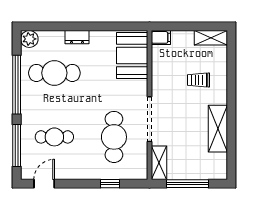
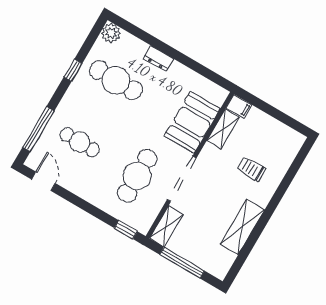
shelving: (211, 38) -> (223, 129), moved, turned 90
booth: (132, 55) -> (192, 122), moved
window: (17, 85) -> (73, 70), width x0.32
door: (44, 184) -> (43, 181), hinge flipped
window: (110, 184) -> (126, 230), moved

